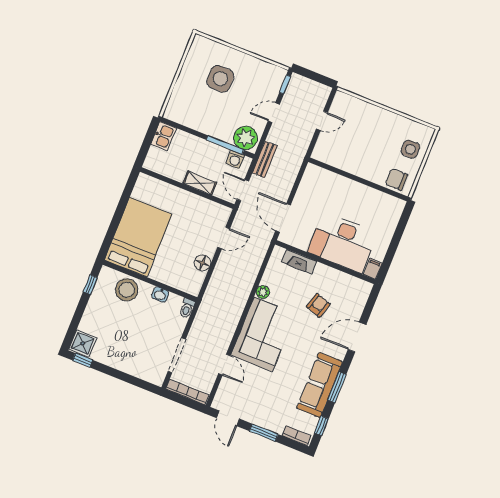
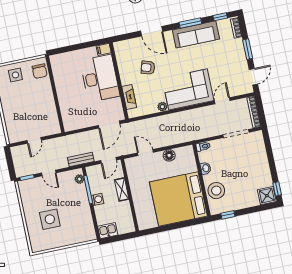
door: (322, 121) -> (34, 140), swing flipped
plant: (246, 138) -> (79, 179), width x0.53, depth x0.53
washing machine: (235, 159) -> (97, 199), moved
bed: (138, 237) -> (178, 199), width x1.36

